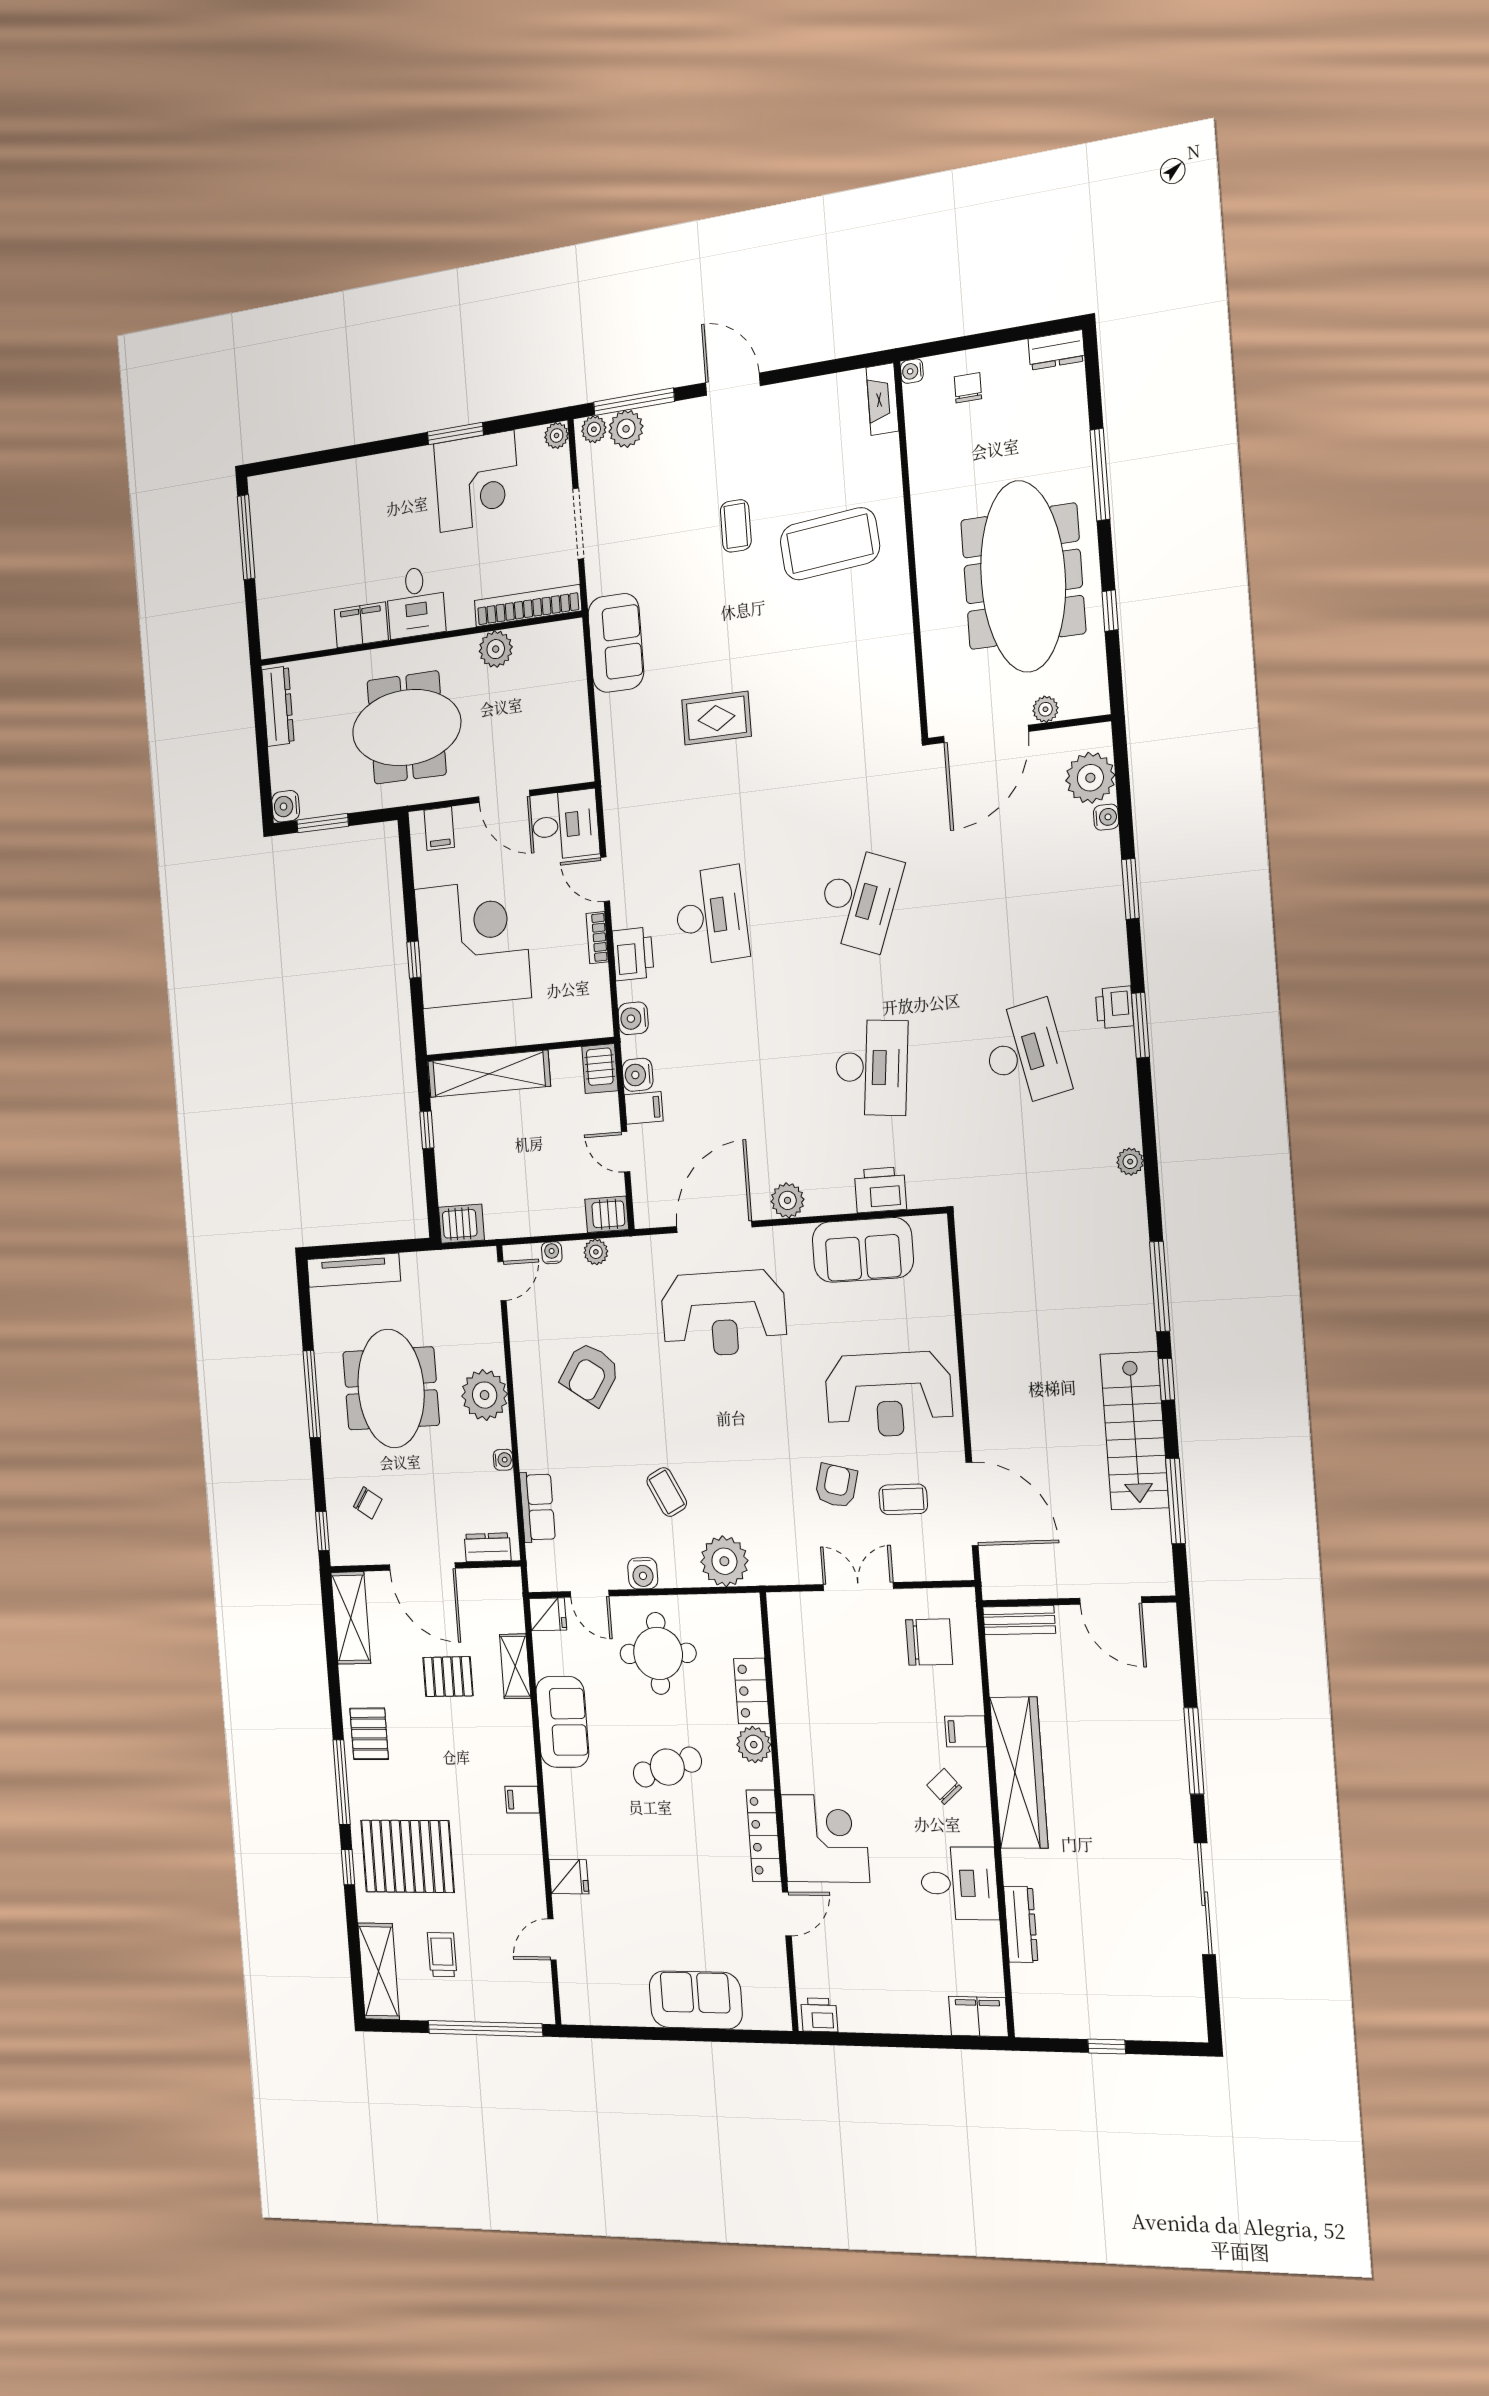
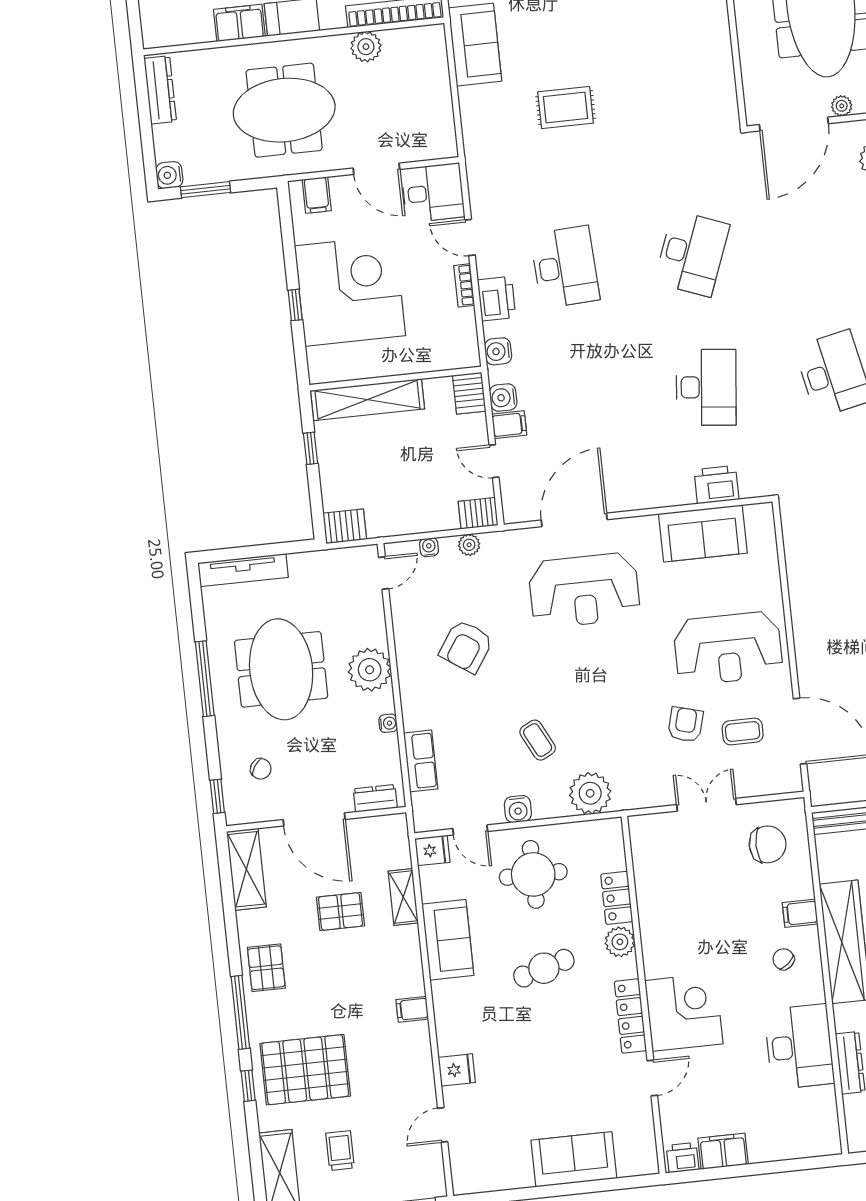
plant: (787, 1200) -> (637, 496), removed
desk: (959, 1883) -> (799, 1047), width x1.37
filing cabinet: (978, 2017) -> (723, 1151), moved

